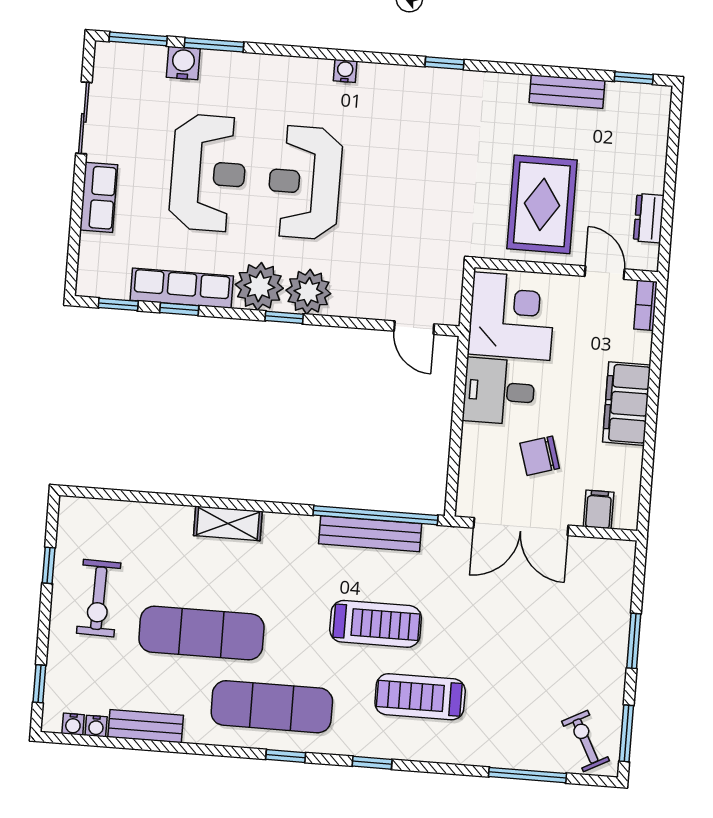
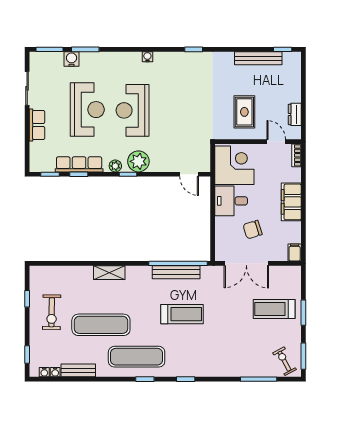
bench: (567, 92) -> (258, 58), width x1.36
rug: (542, 204) -> (244, 112), width x0.73, depth x0.70
plant: (259, 286) -> (115, 166), width x0.53, depth x0.53
filing cabinet: (599, 509) -> (295, 252), moved
treadmill: (420, 697) -> (274, 309), moved

